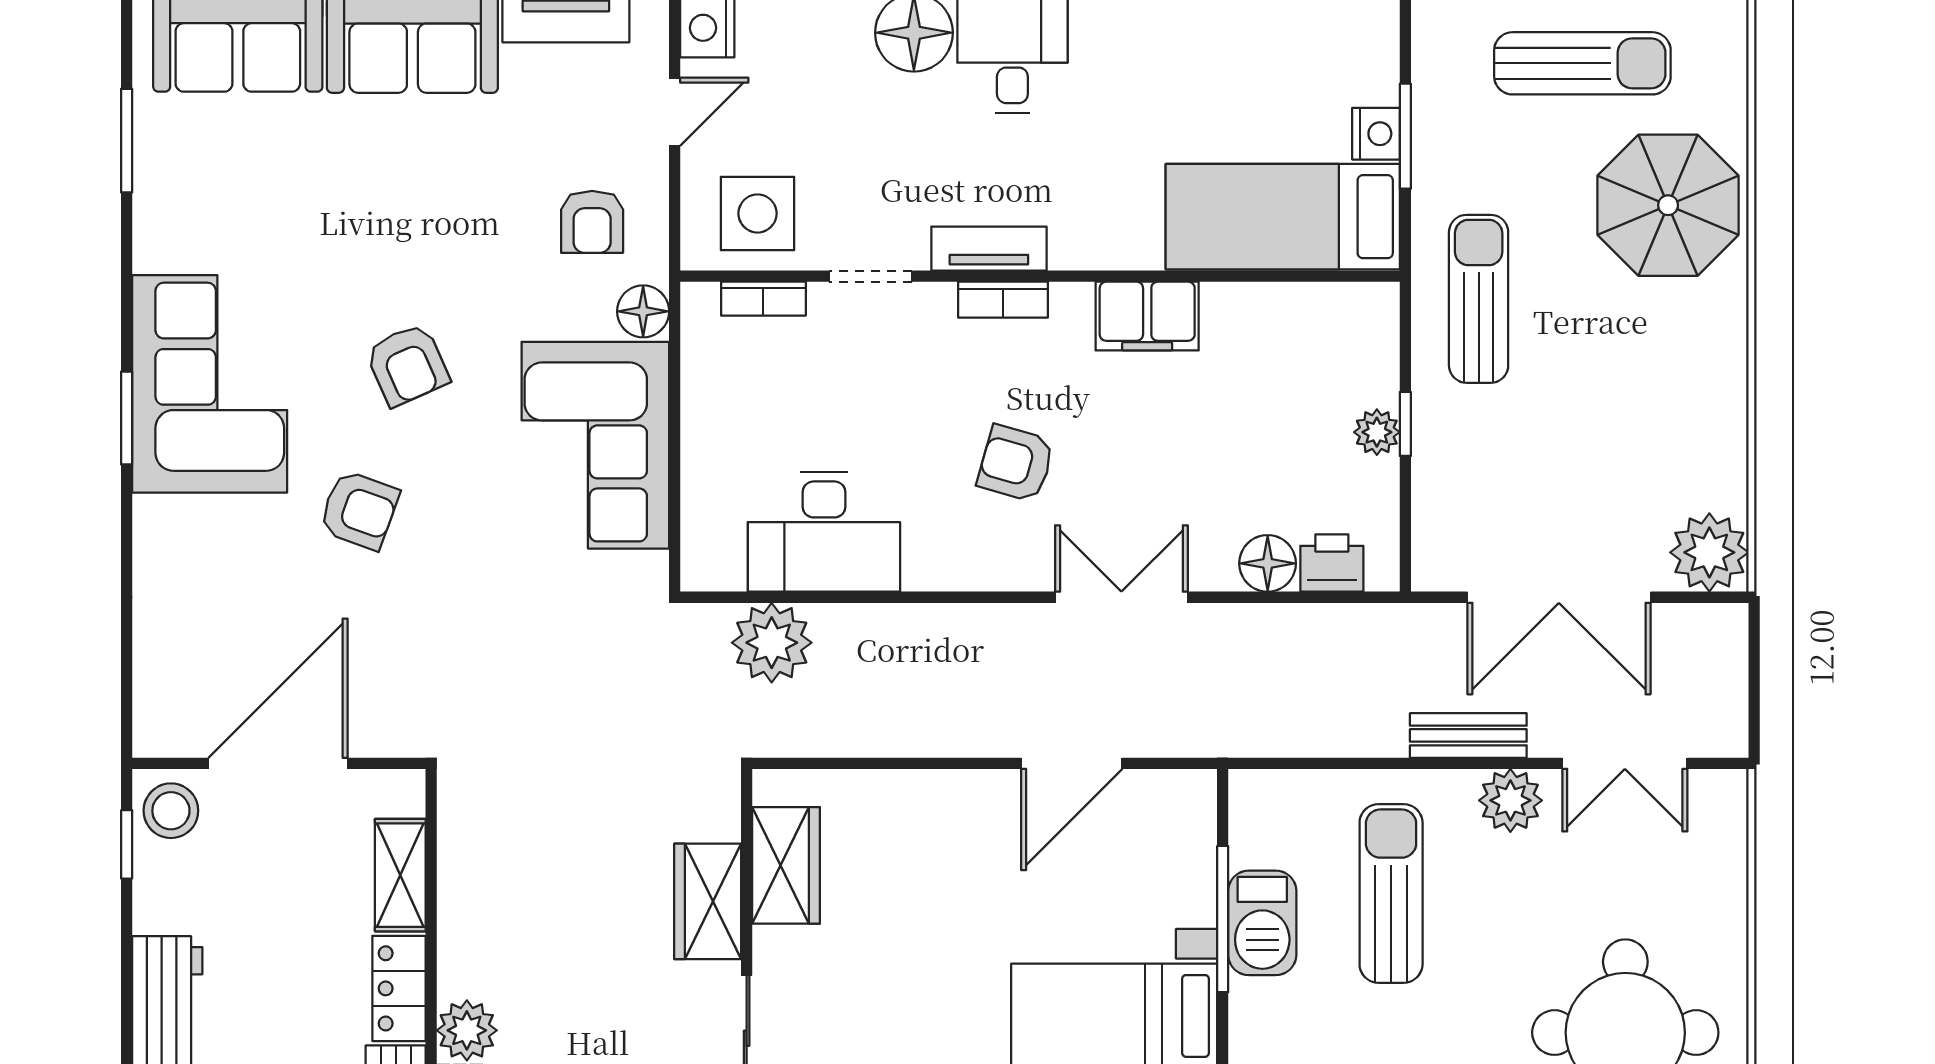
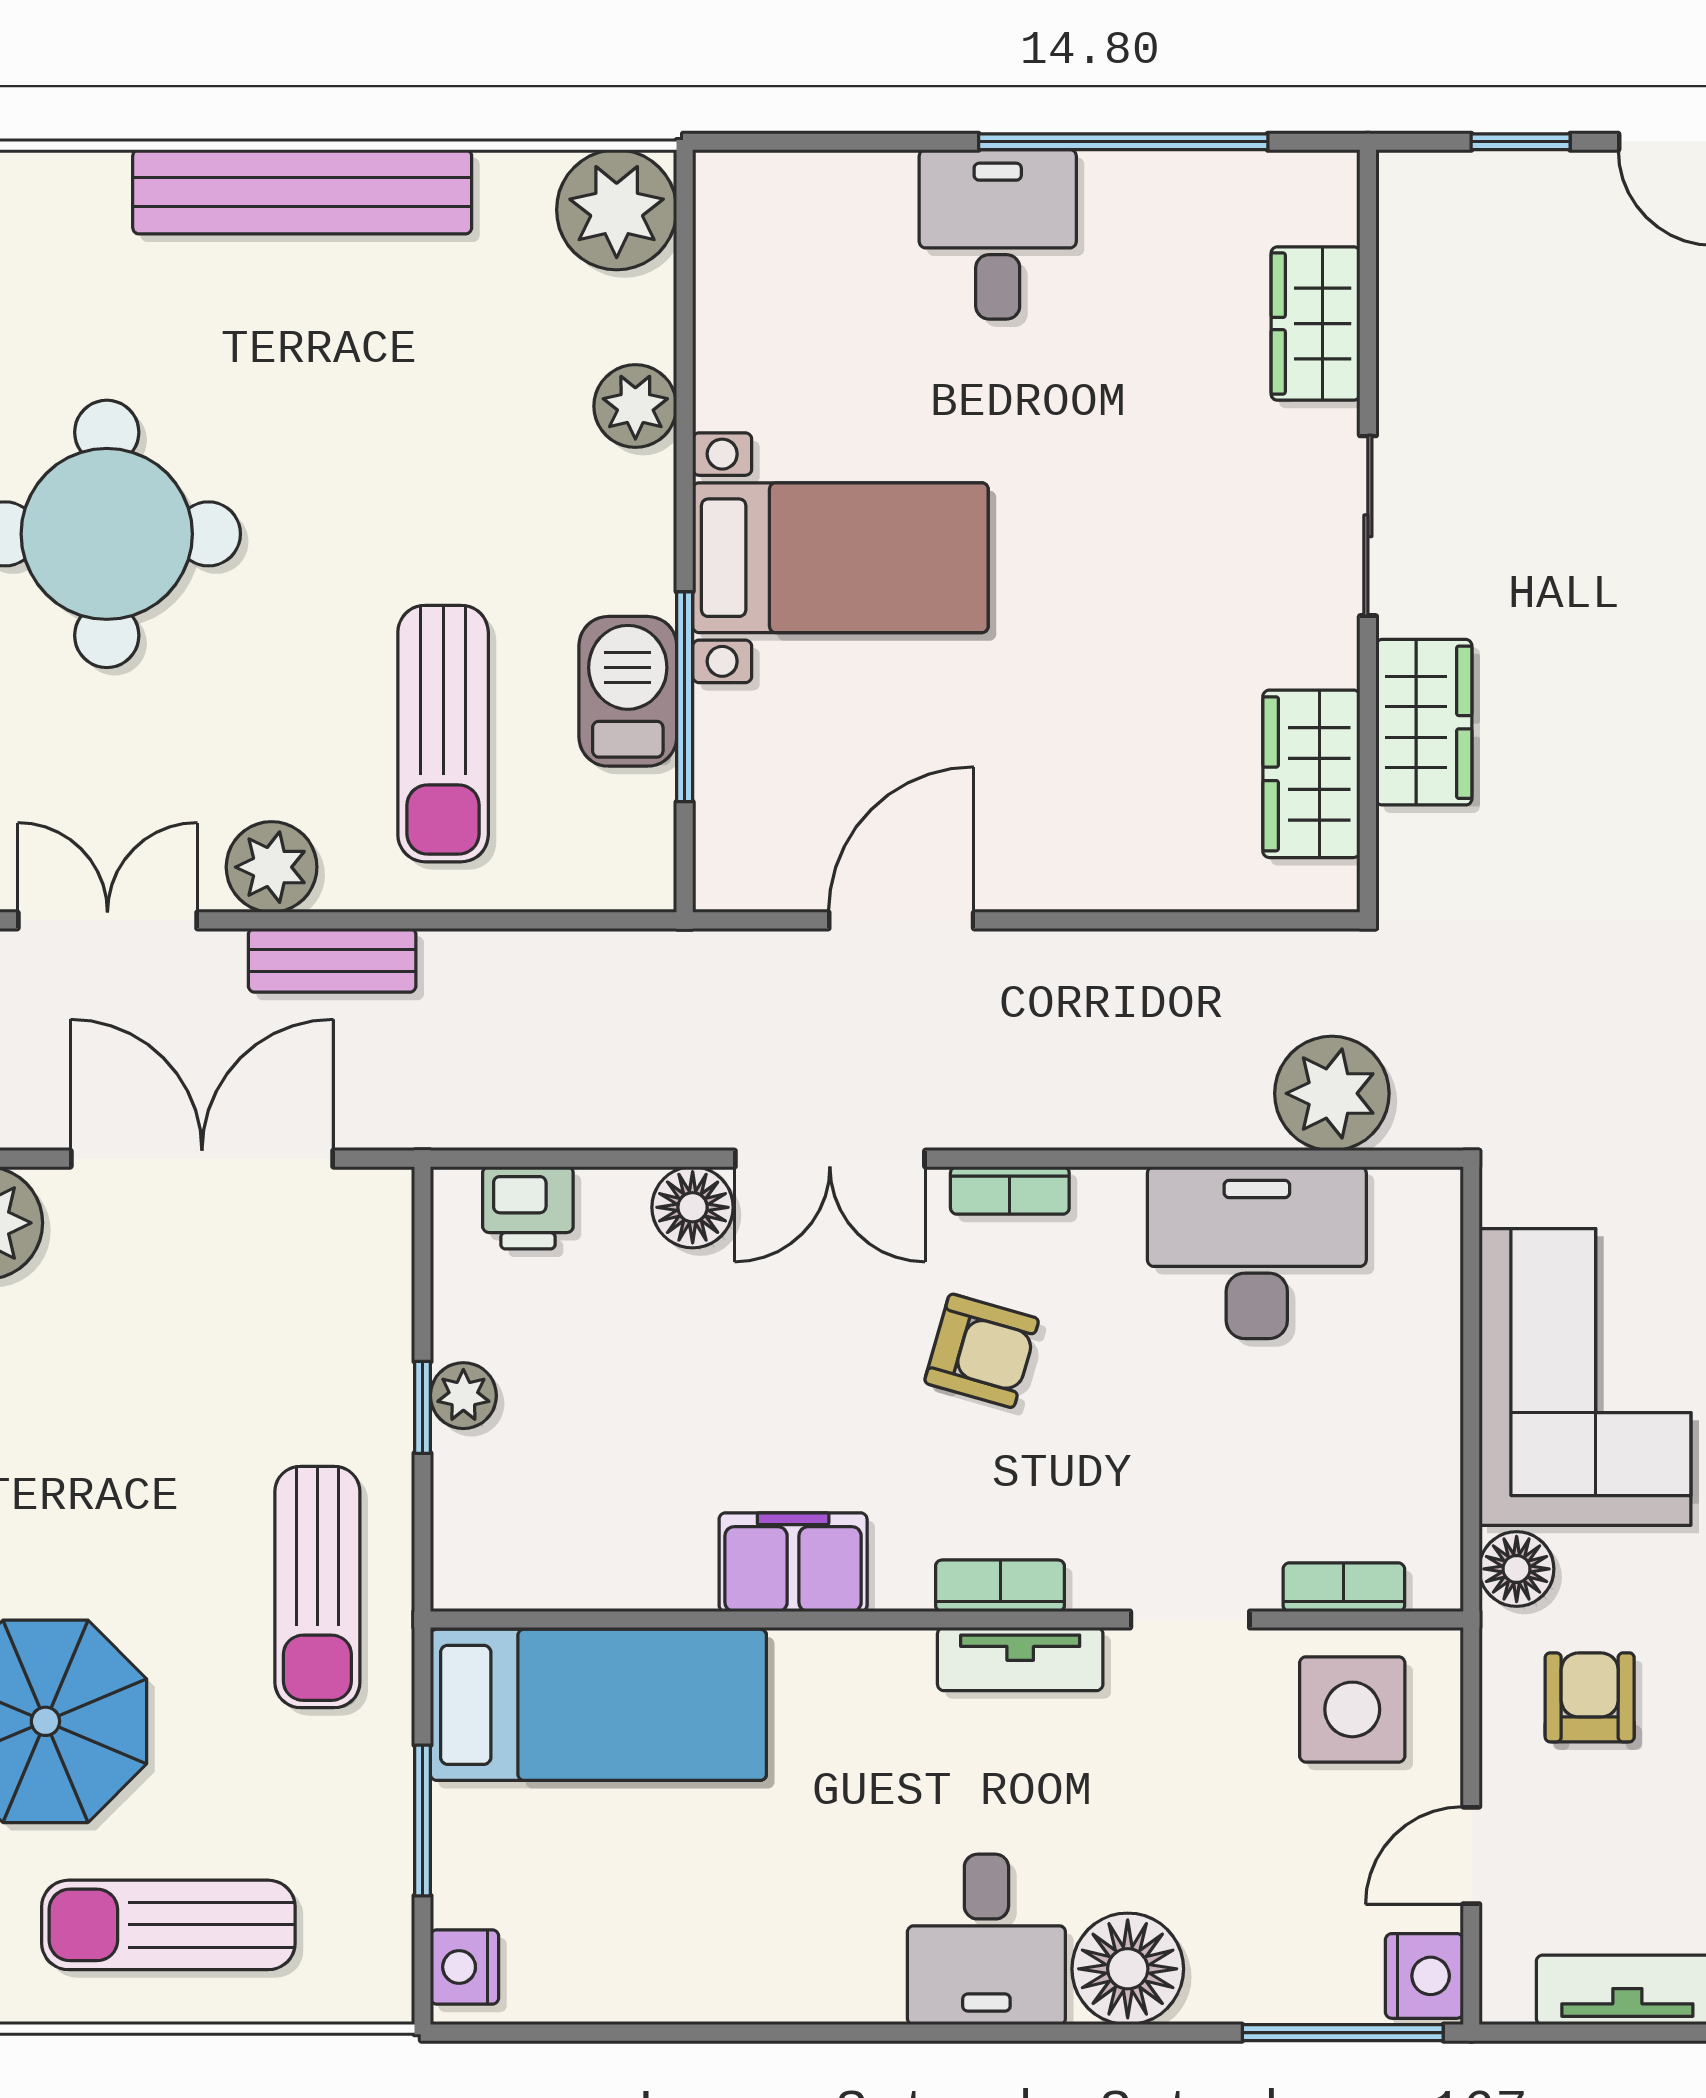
nightstand: (1376, 134) -> (465, 1967), moved
floor lamp: (1268, 563) -> (693, 1207), moved
bookcase: (996, 575) -> (1010, 1190), added

